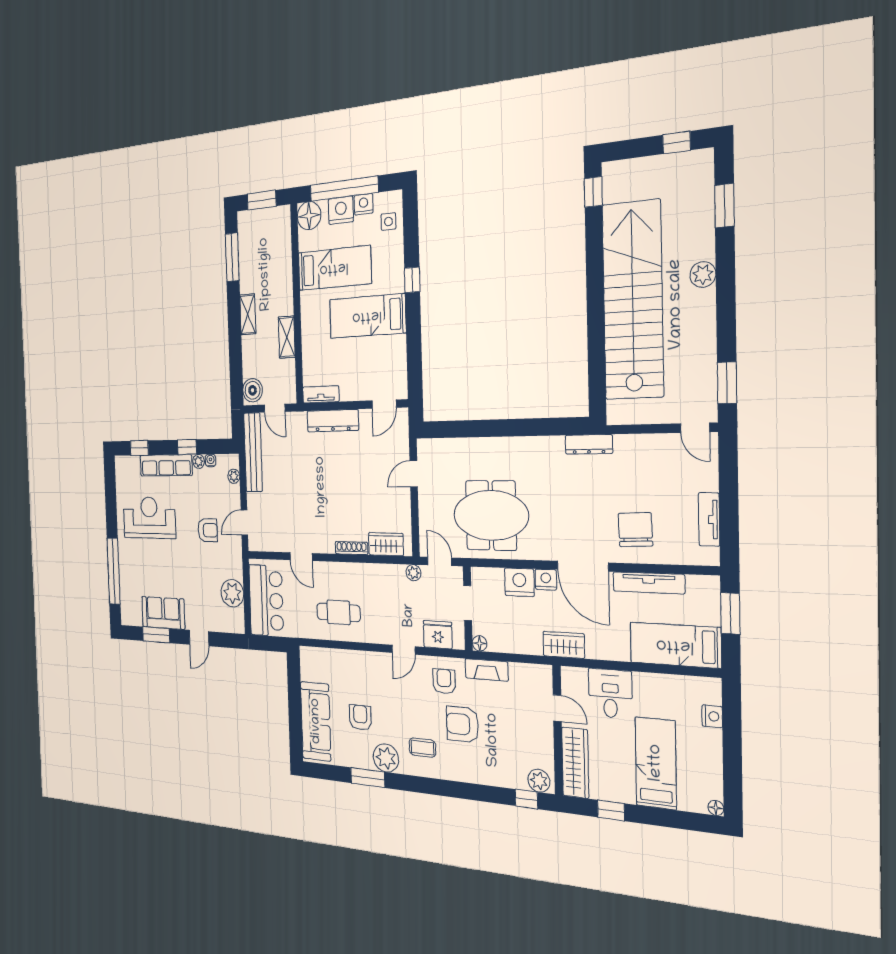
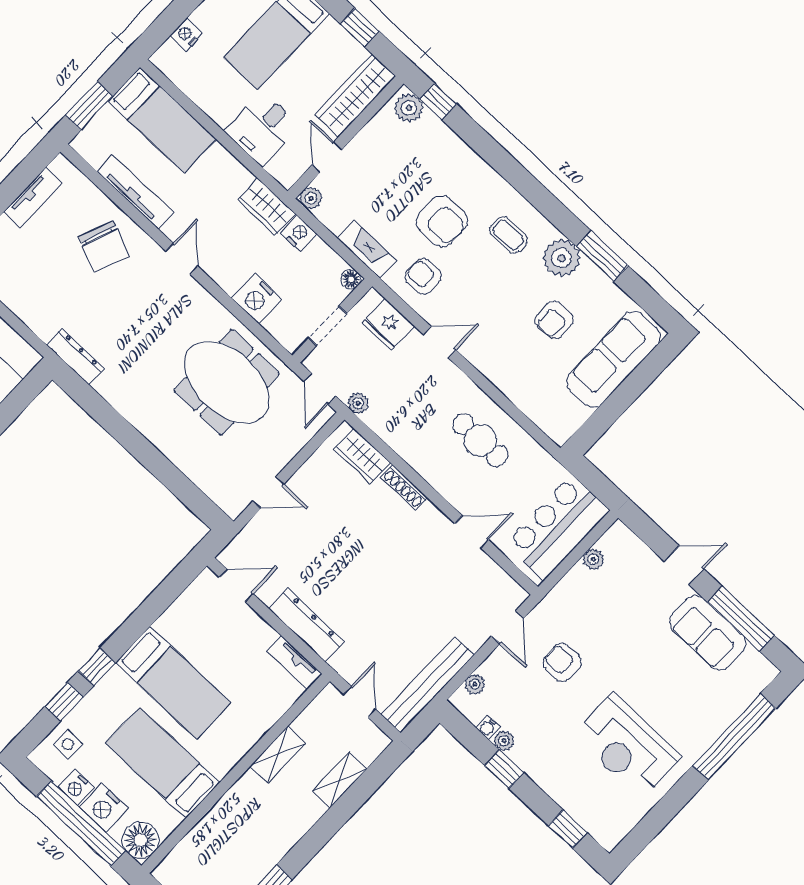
window: (411, 242) -> (64, 702), added
shelving: (248, 314) -> (340, 780), moved
boiler: (253, 390) -> (368, 745), removed
row of seats: (166, 465) -> (550, 777), removed
door: (244, 523) -> (508, 627), hinge flipped
chair: (635, 530) -> (104, 247), turned -66
door: (301, 557) -> (472, 532), hinge flipped
door: (583, 566) -> (182, 259), width x0.53
nightstand: (546, 580) -> (299, 234), moved, turned 180
plant: (232, 593) -> (593, 559), width x0.53, depth x0.53
window: (156, 635) -> (741, 619), width x1.44
plant: (544, 674) -> (311, 198), added
armchair: (444, 681) -> (423, 276), turned 90

